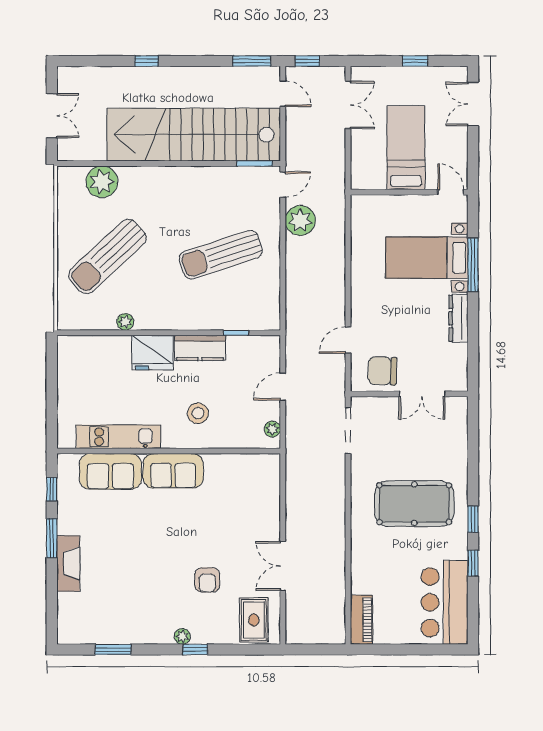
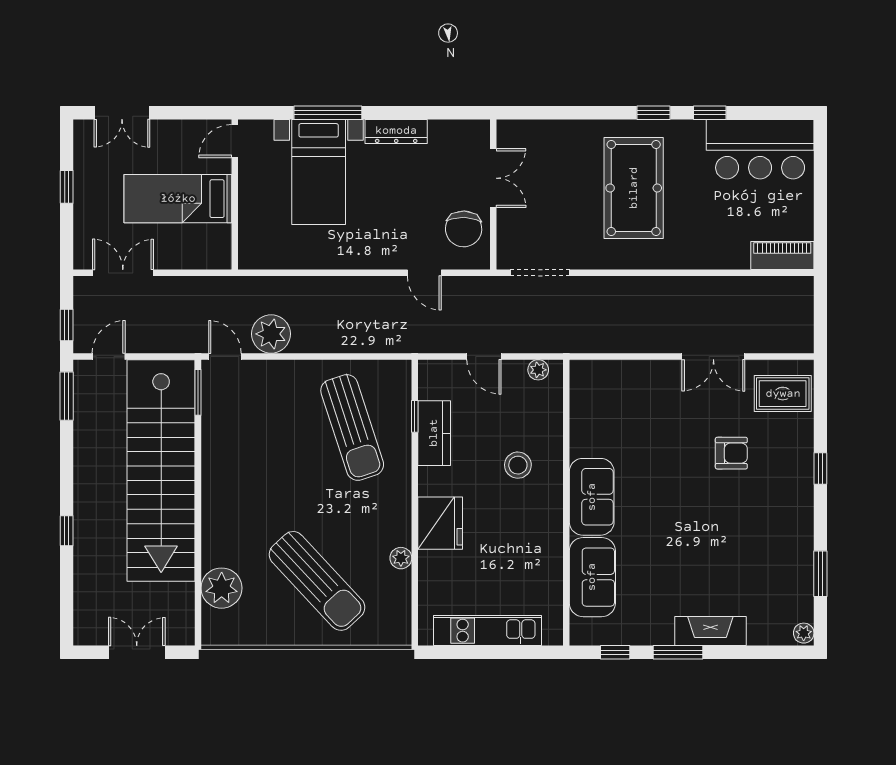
sun lounger: (221, 255) -> (352, 427), moved
kitchen counter: (200, 348) -> (434, 433), moved
kitchen unit: (118, 437) -> (487, 631), moved, turned 90
plant: (182, 636) -> (804, 633), moved

